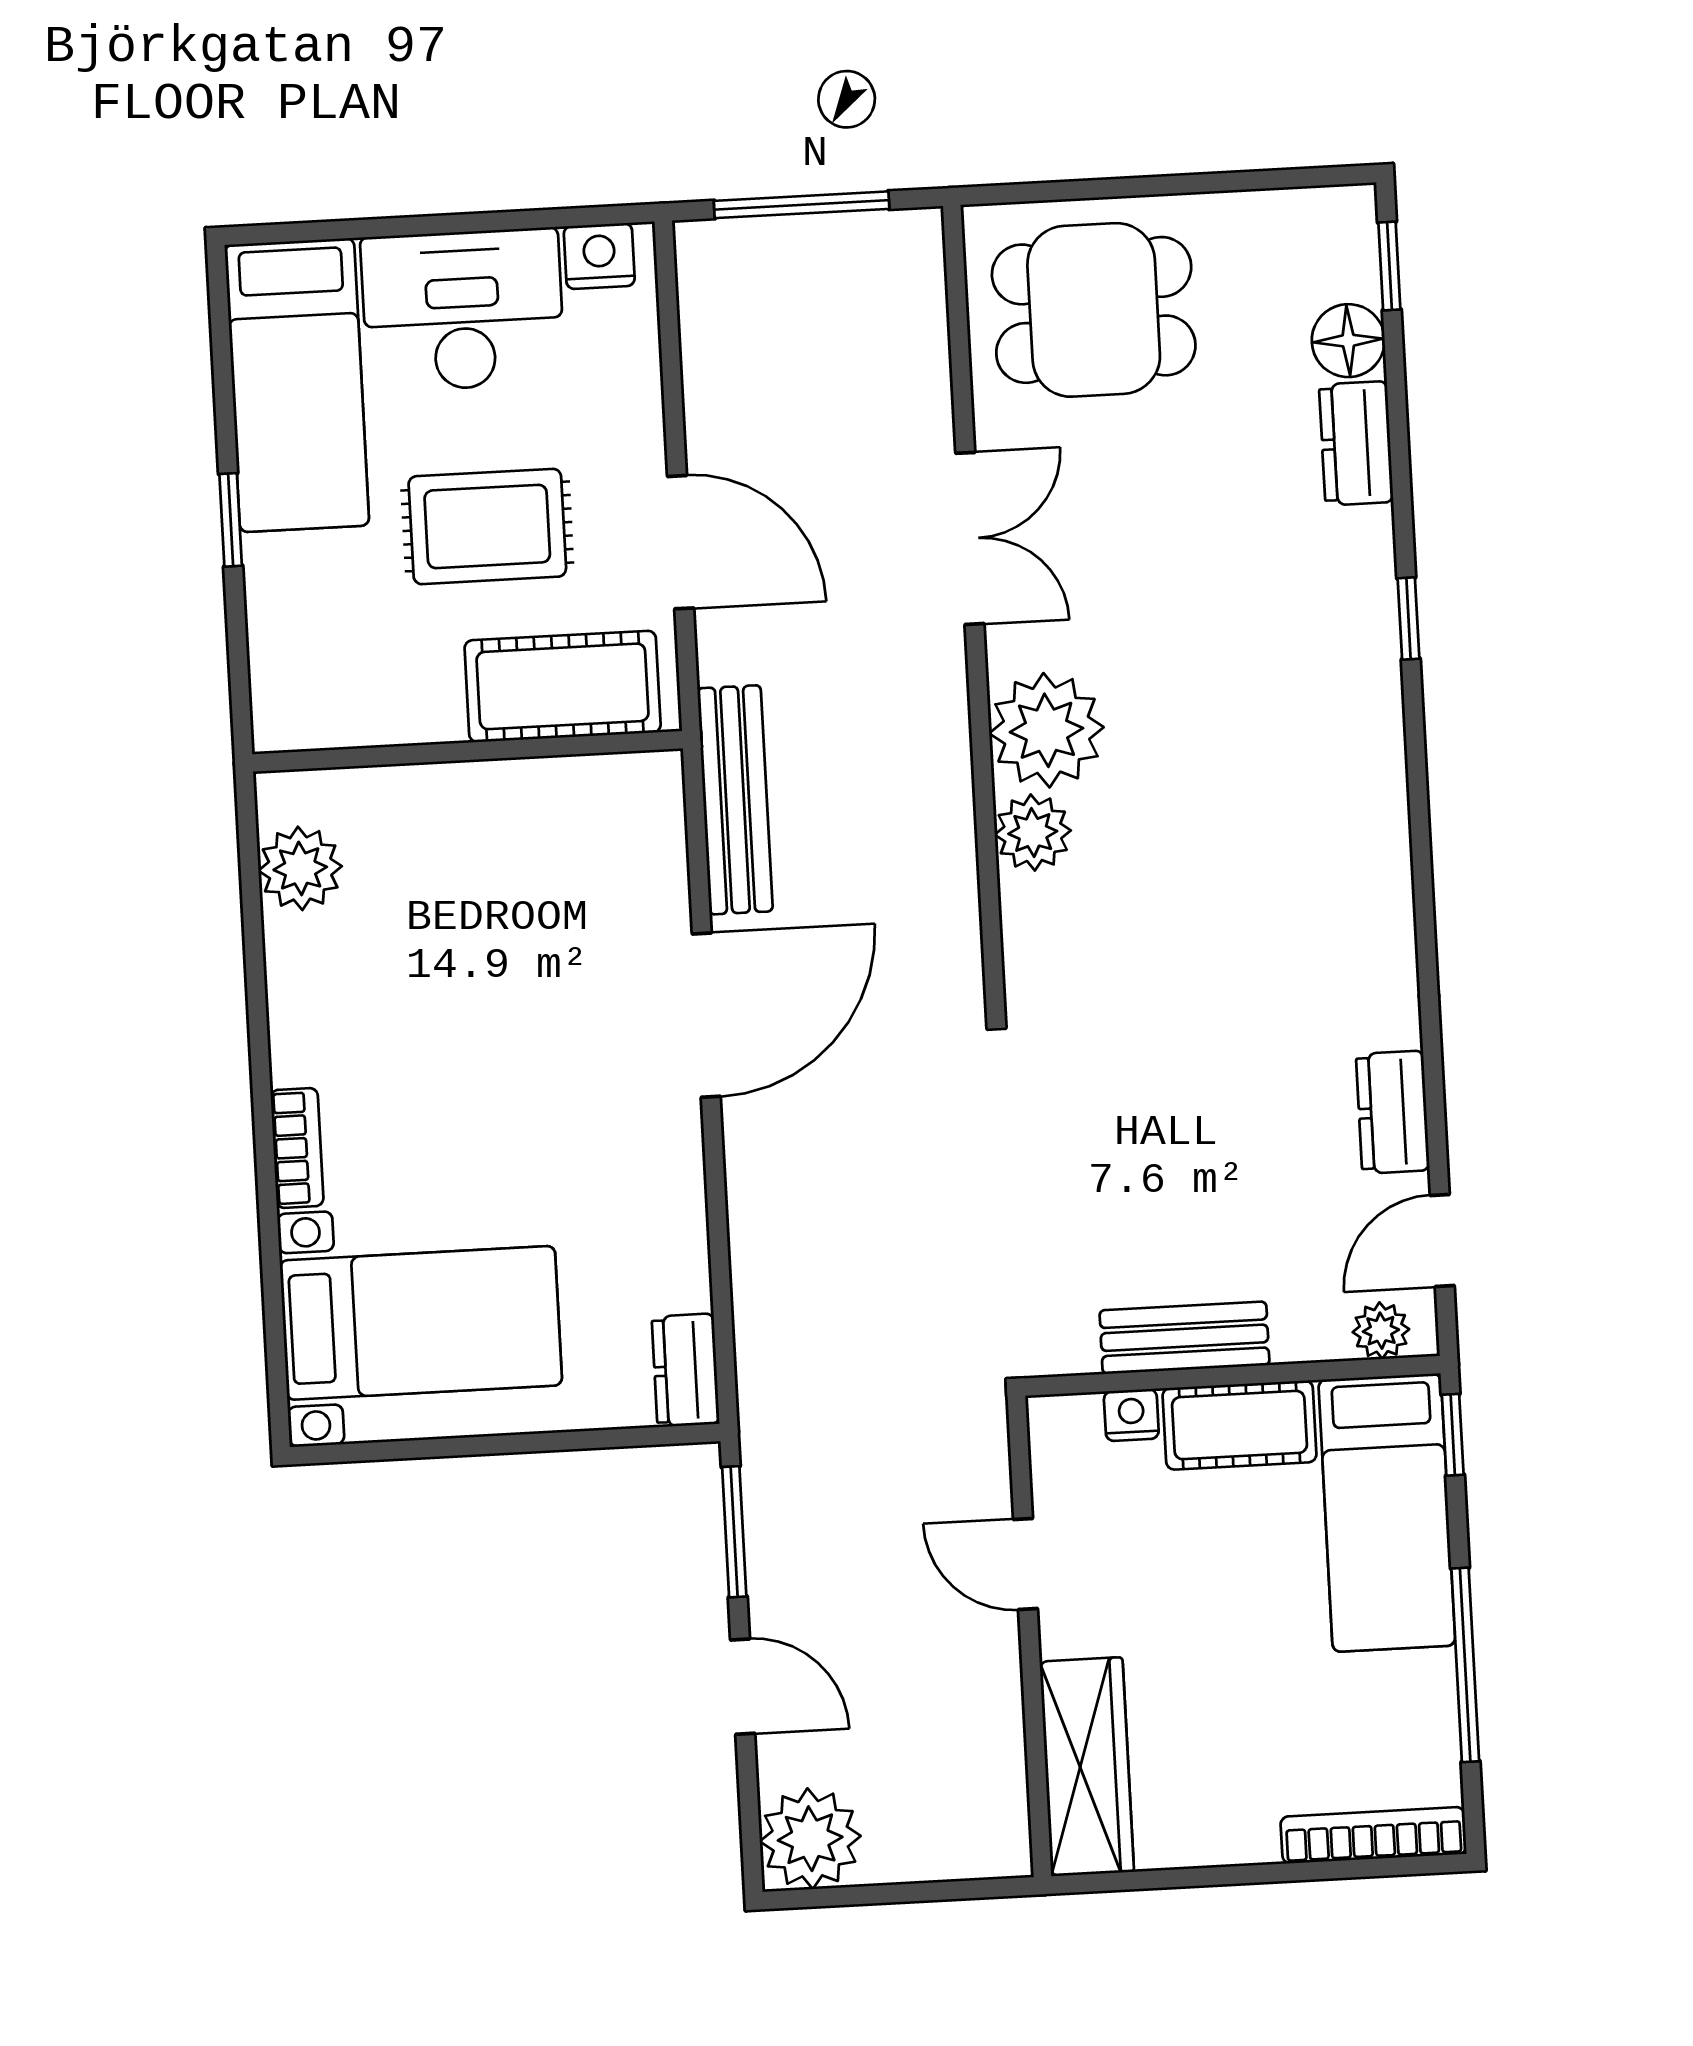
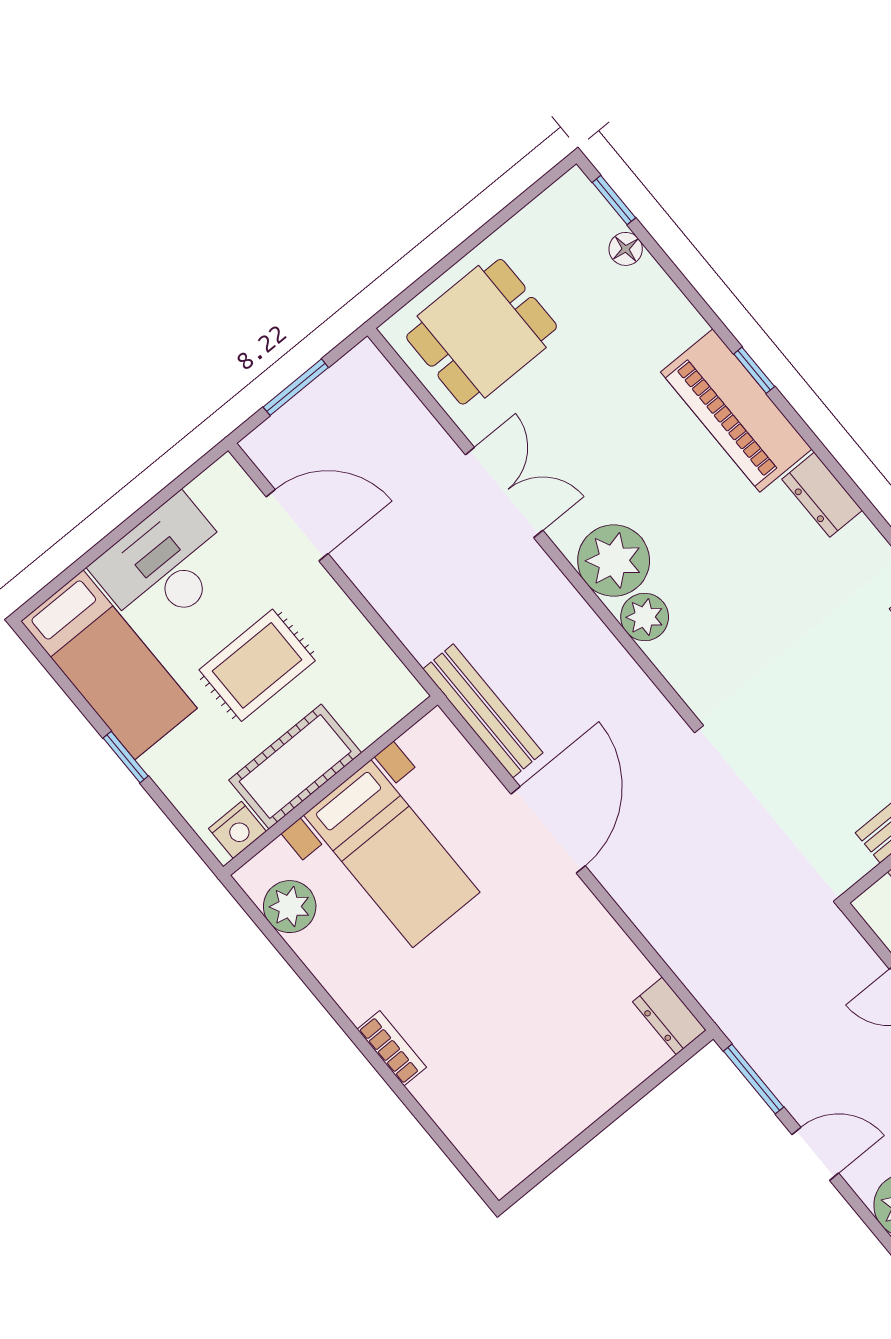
window: (802, 205) -> (296, 387), width x0.69
nightstand: (599, 256) -> (237, 830), moved, turned 180
floor lamp: (1348, 341) -> (626, 249), width x0.73, depth x0.73
dresser: (1356, 443) -> (822, 495), moved
door: (681, 542) -> (297, 525), moved
piano: (1347, 653) -> (736, 410), added
cot: (563, 686) -> (295, 766), moved
bed with nightstands: (421, 1323) -> (392, 854), moved, turned 90

